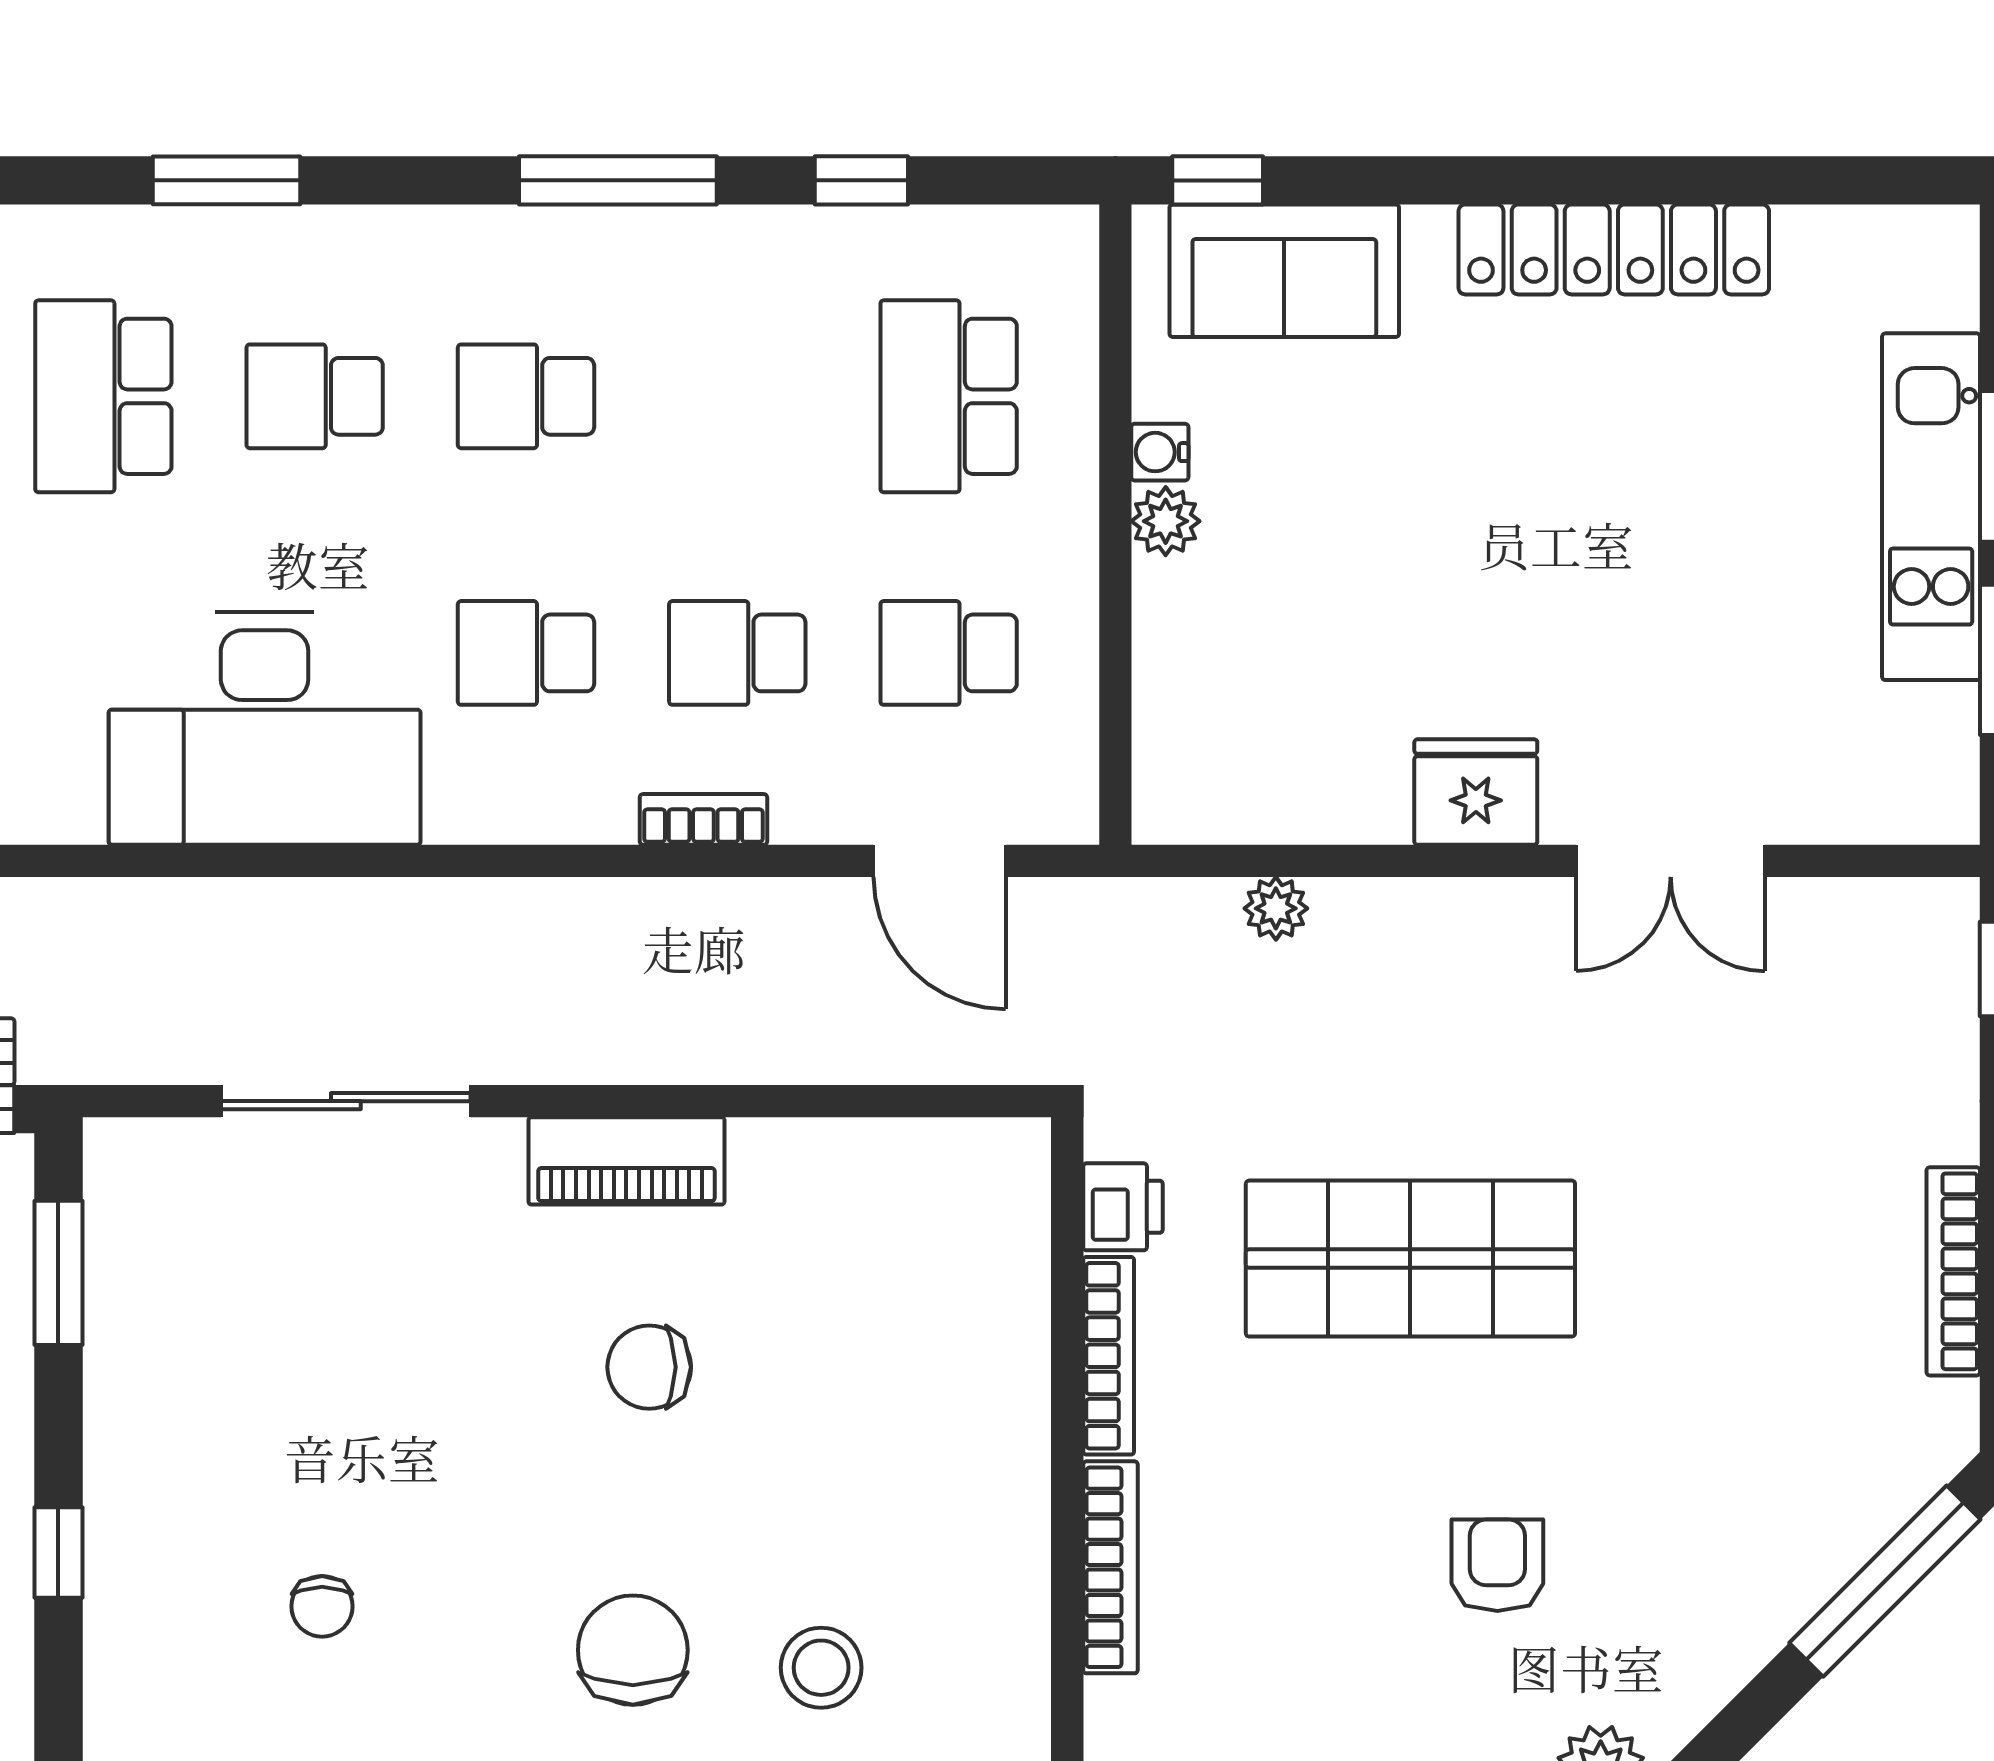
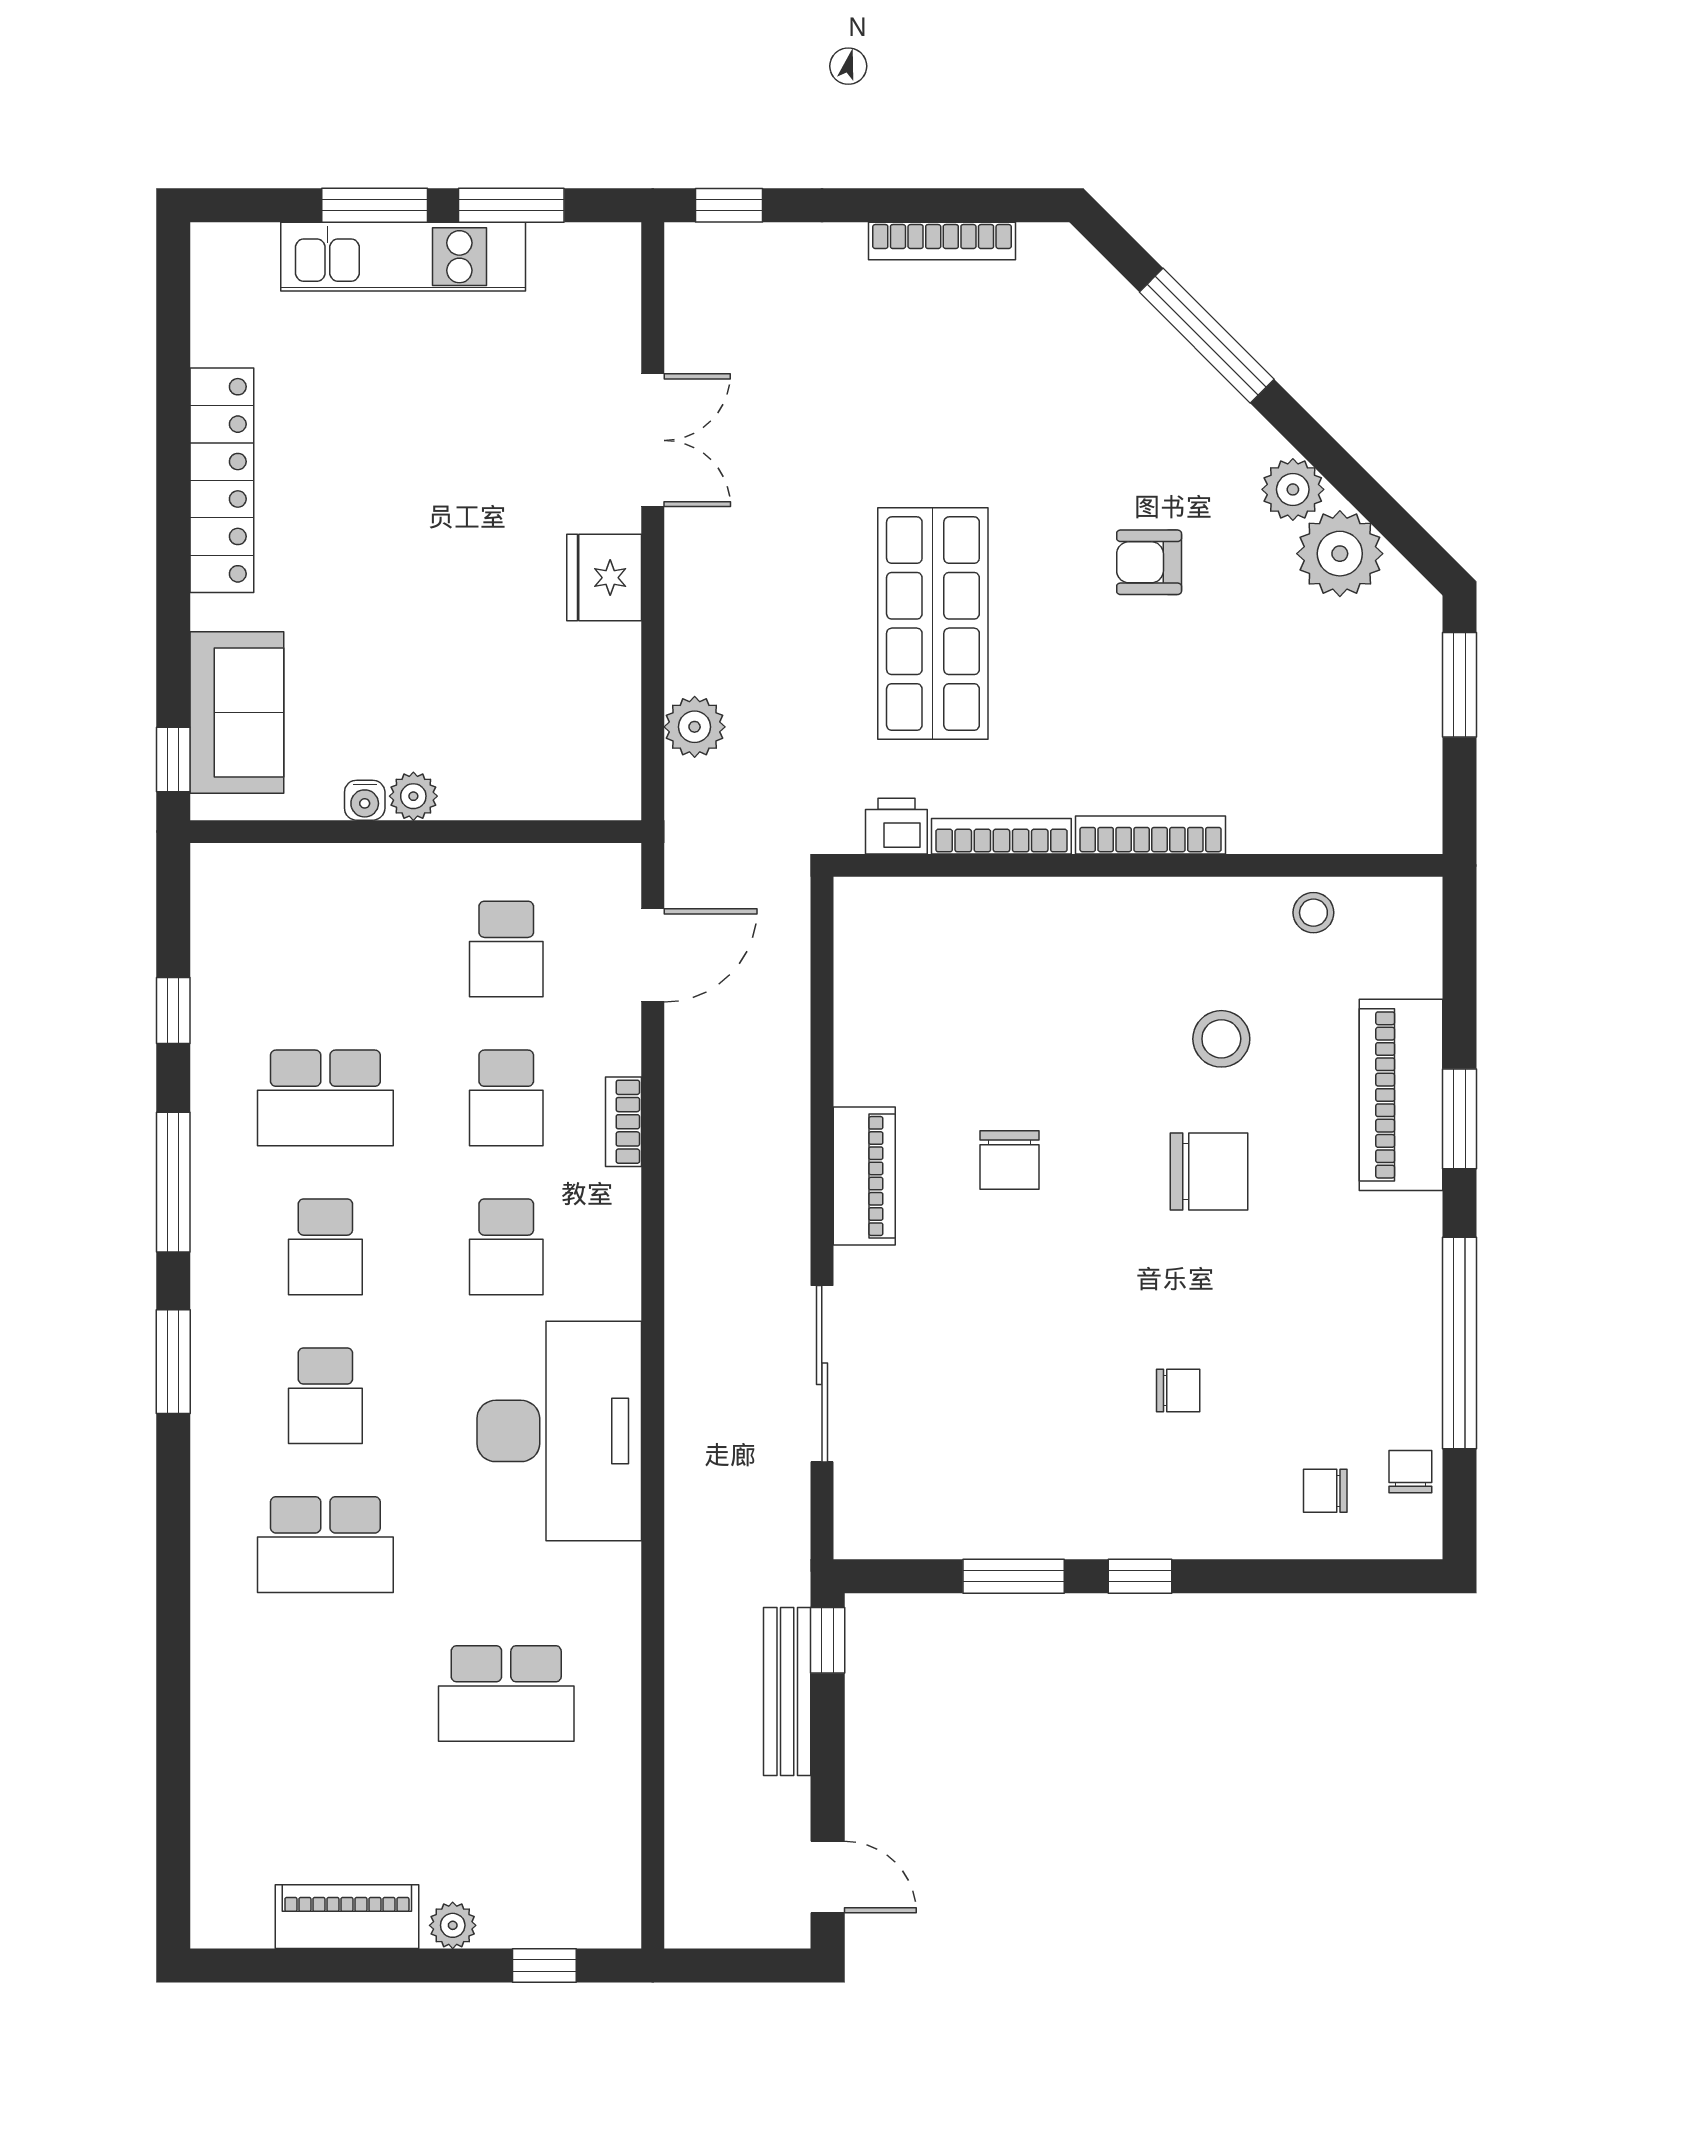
window: (226, 180) -> (173, 1362), moved
school desk: (949, 396) -> (325, 1098), moved
plant: (1276, 908) -> (695, 727), width x1.38, depth x1.38
window: (58, 1273) -> (1014, 1576), moved
window: (1885, 1581) -> (1207, 336), moved
chair: (633, 1650) -> (1209, 1172), turned 180

